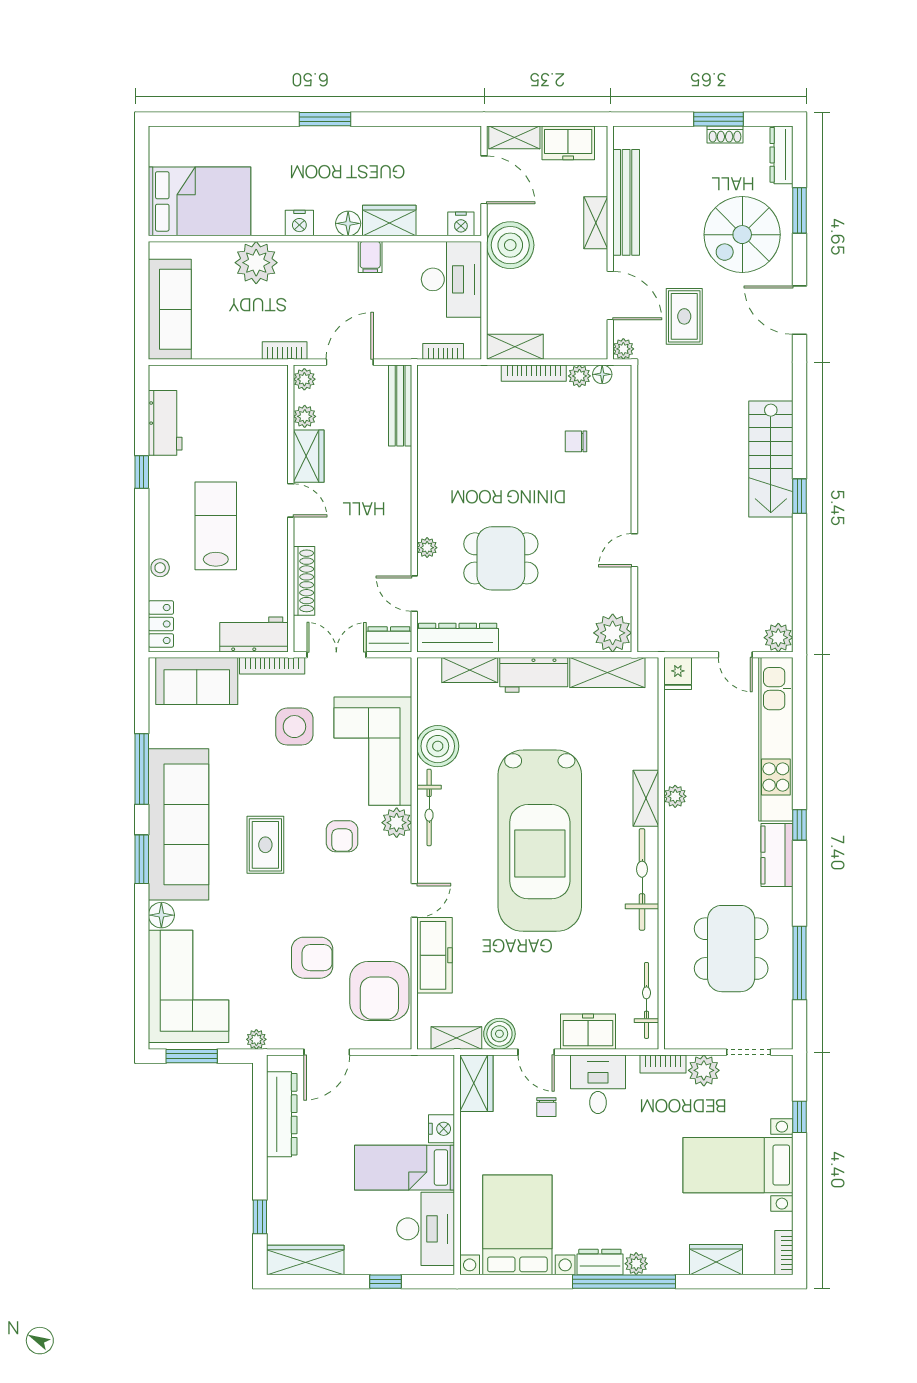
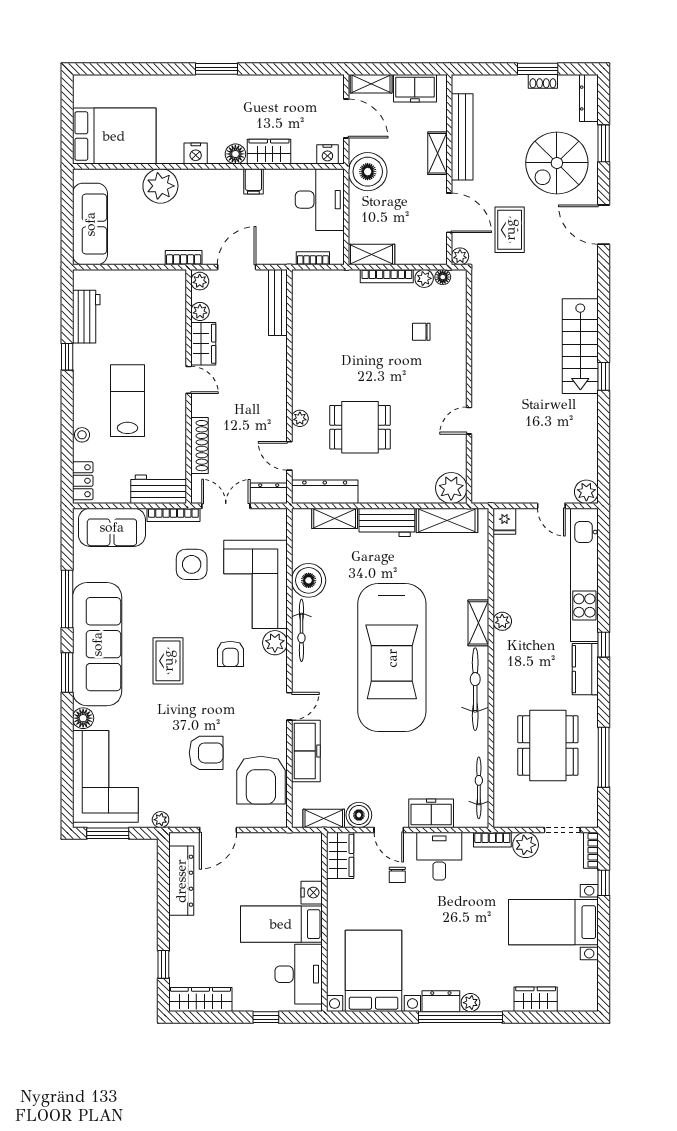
bookcase: (784, 1253) -> (591, 850), moved

